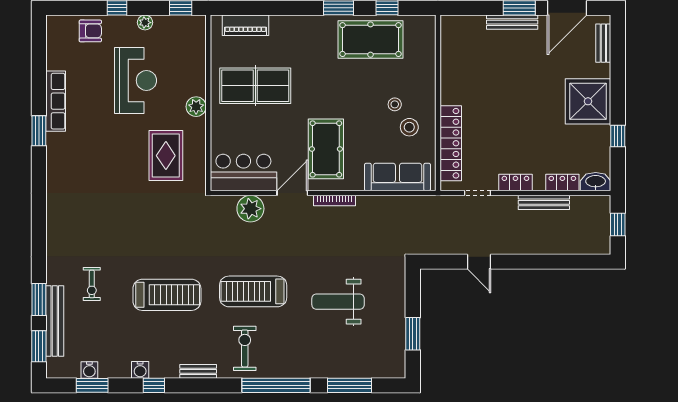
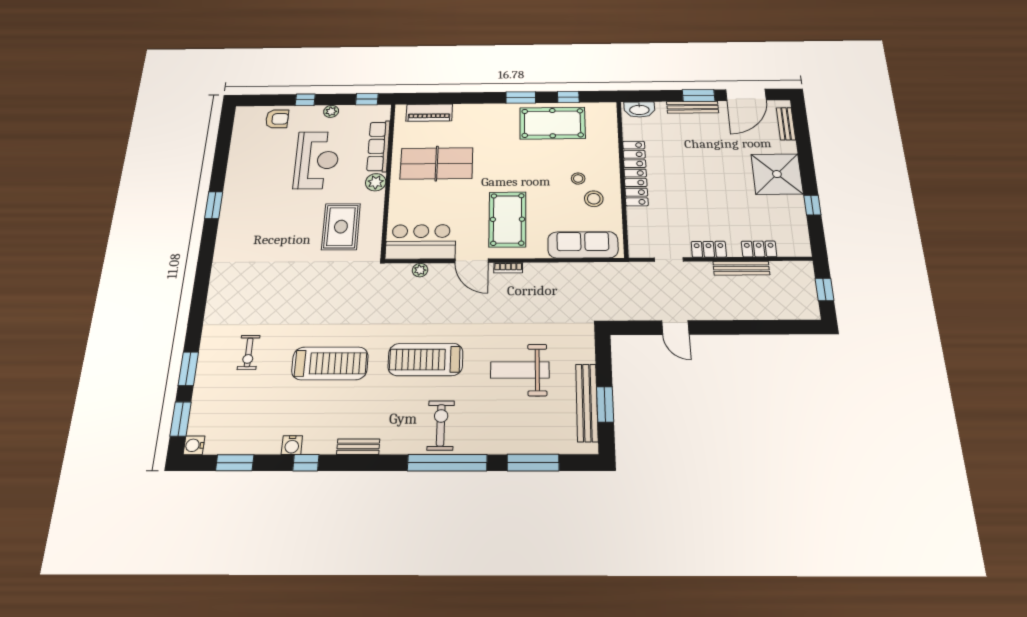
row of seats: (56, 101) -> (379, 146), moved, turned 180
locker: (451, 143) -> (635, 173), moved
washbasin: (596, 182) -> (639, 109), moved, turned 180
door: (292, 193) -> (472, 261), swing flipped
bookcase: (334, 201) -> (508, 268), width x0.64
plant: (250, 209) -> (420, 270), width x0.53, depth x0.53
bench: (55, 321) -> (587, 403), moved
exercise bike: (245, 348) -> (441, 425), moved
water cooler: (89, 370) -> (194, 445), moved, turned 90

